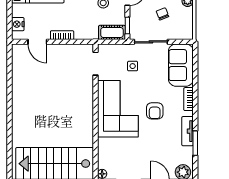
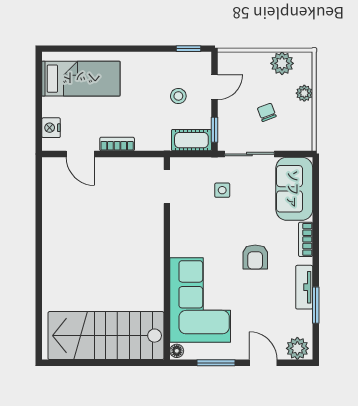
corner sofa: (118, 109) -> (200, 300), moved

